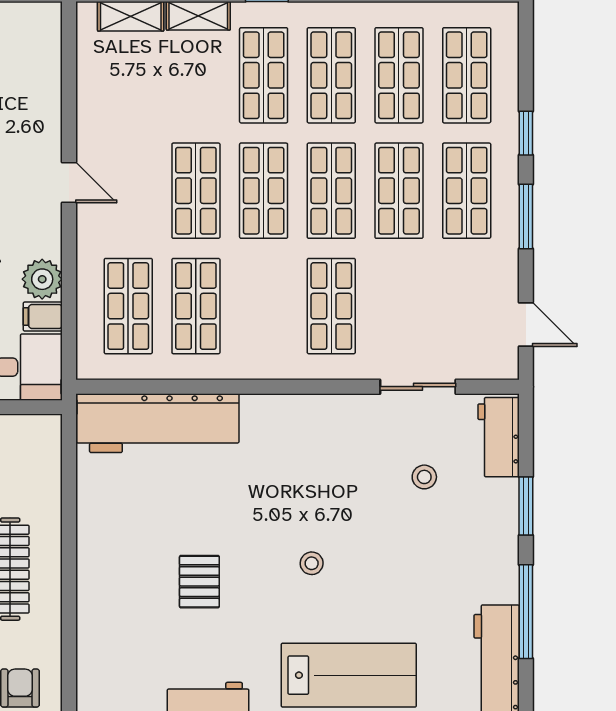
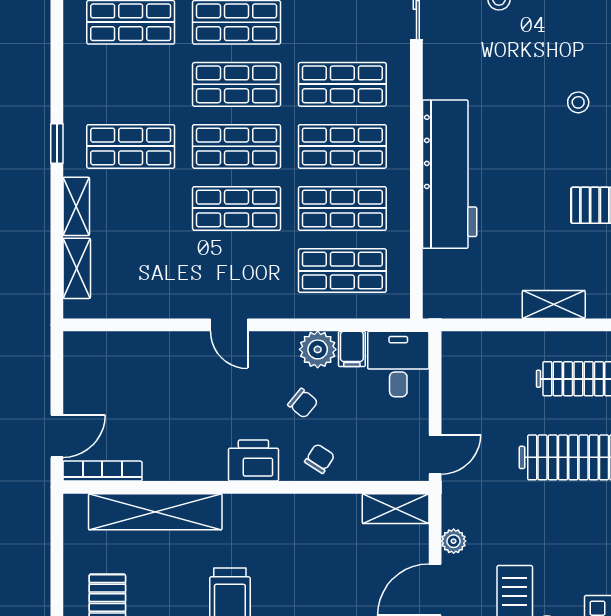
shop shelf: (331, 75) -> (342, 146), moved
door: (69, 183) -> (229, 325), swing flipped
workbench: (158, 423) -> (450, 174), moved
shelving: (91, 537) -> (554, 304), added

